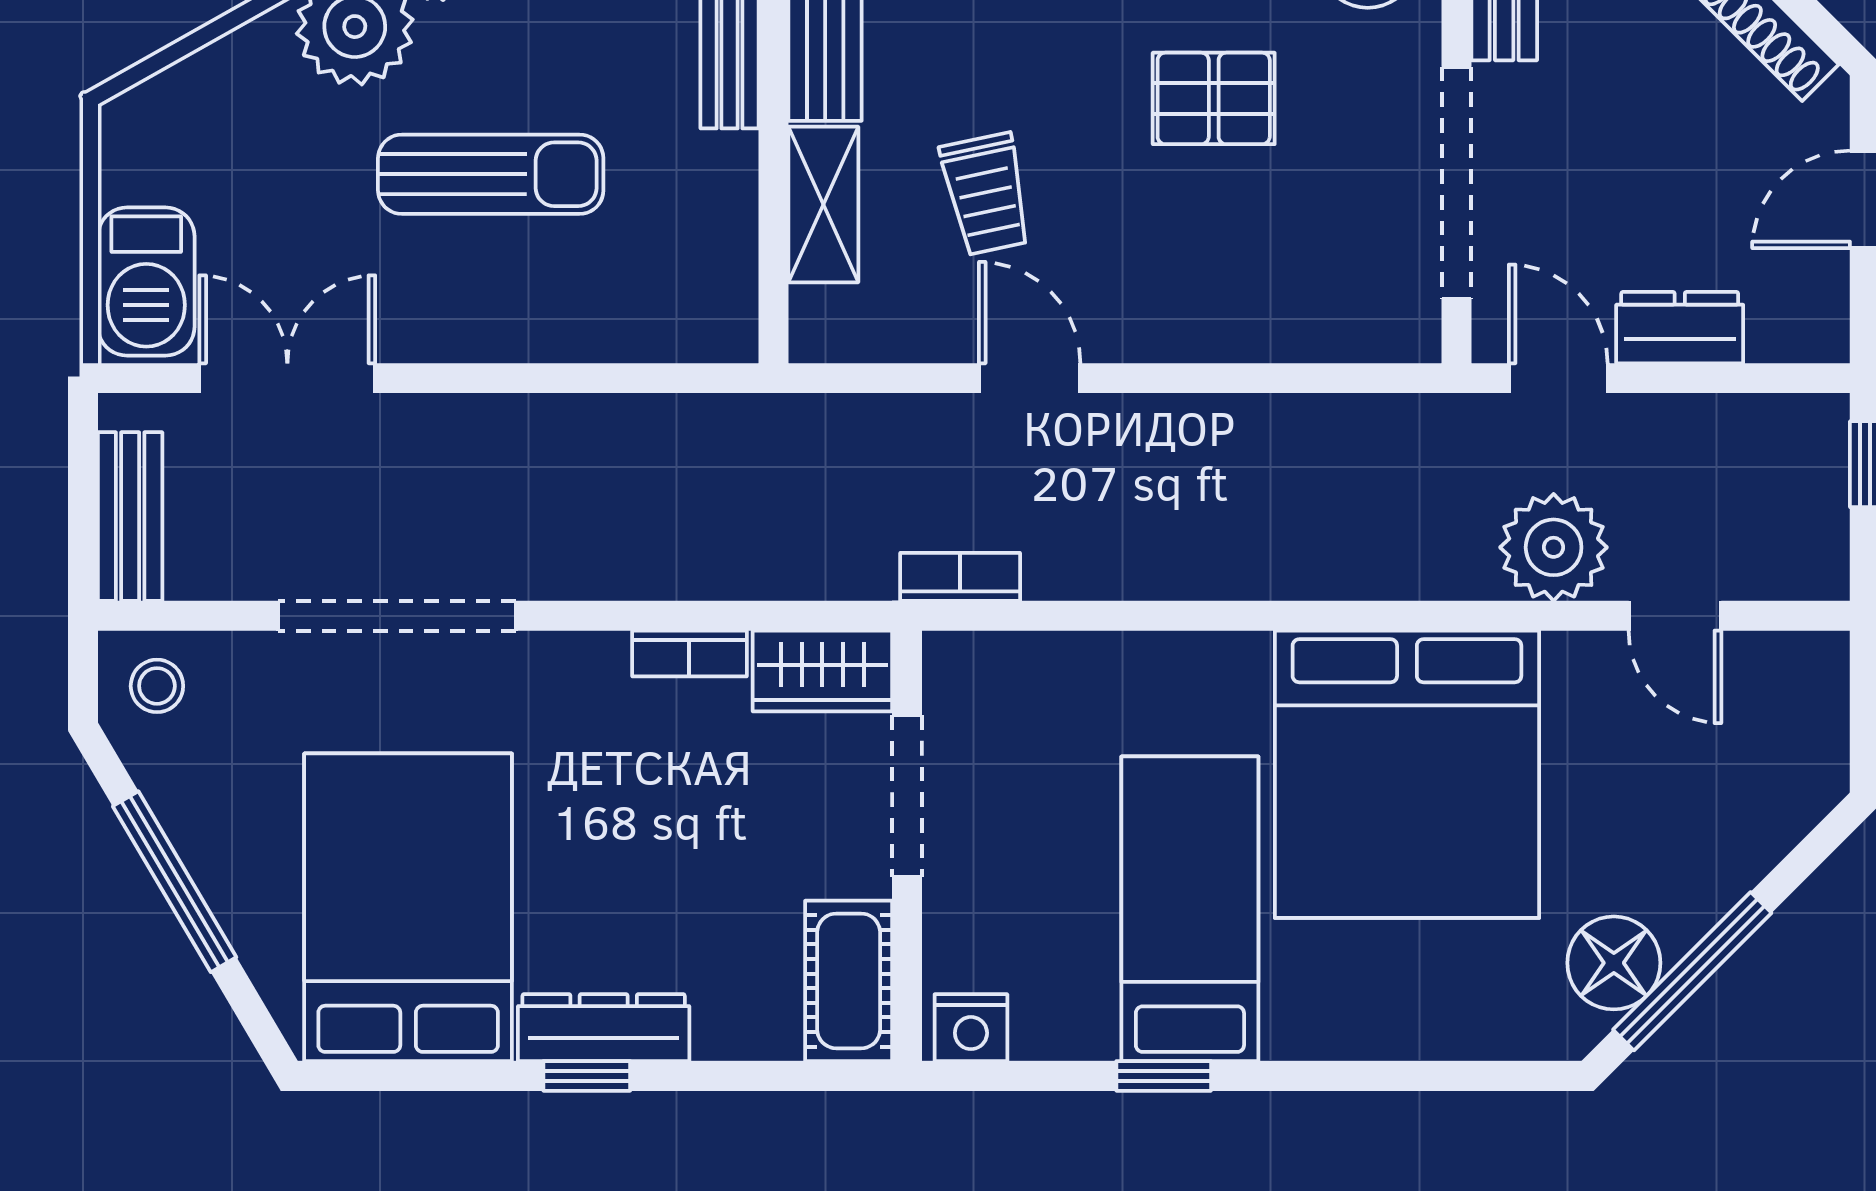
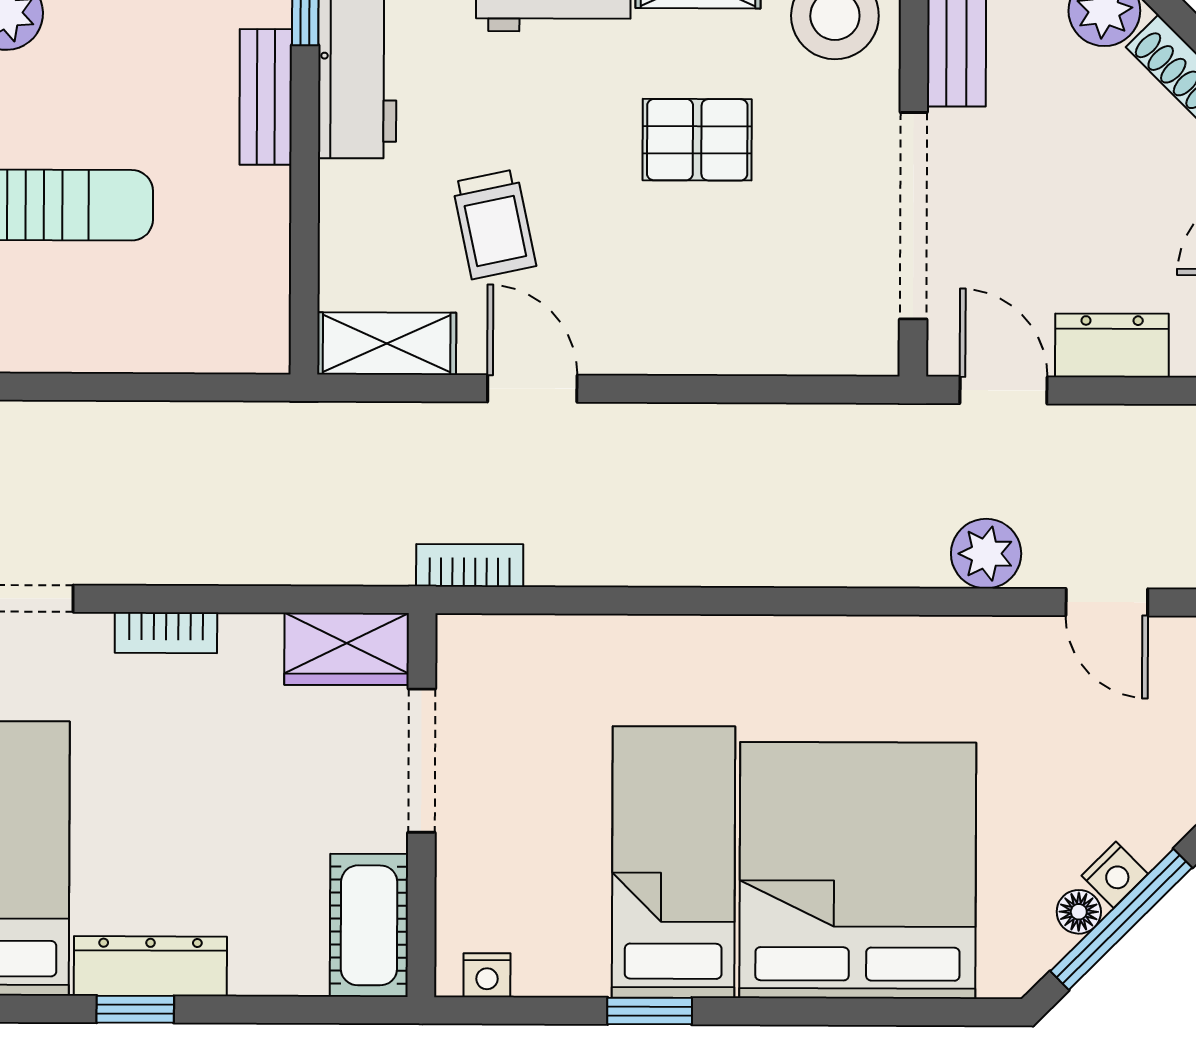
shelving: (823, 204) -> (387, 344), moved, turned 90
plant: (1554, 547) -> (986, 554), width x0.73, depth x0.73
bookcase: (689, 653) -> (166, 633), moved
bed: (1407, 774) -> (858, 870), moved, turned 180
nightstand: (1685, 921) -> (1115, 875), added
floor lamp: (1614, 963) -> (1079, 912), width x0.53, depth x0.53
nightstand: (971, 1028) -> (487, 975), width x0.72, depth x0.74

